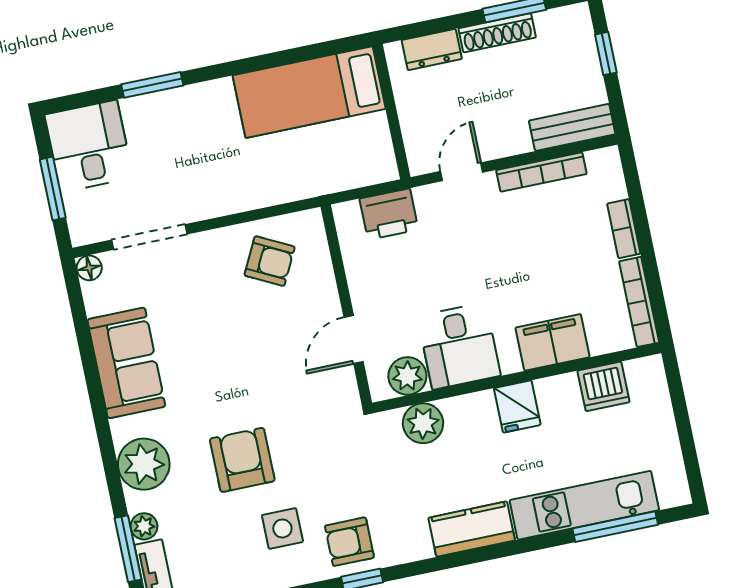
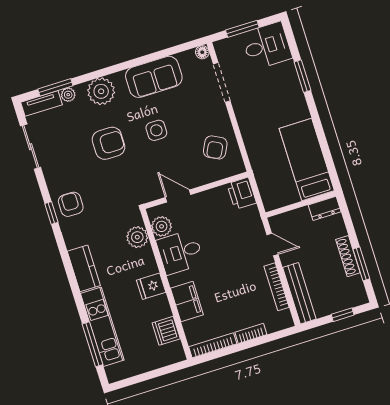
dresser: (432, 50) -> (325, 208), moved, turned -90
bench: (572, 127) -> (299, 293), width x1.36
printer: (389, 214) -> (242, 193), moved
side table: (282, 528) -> (156, 130), moved

